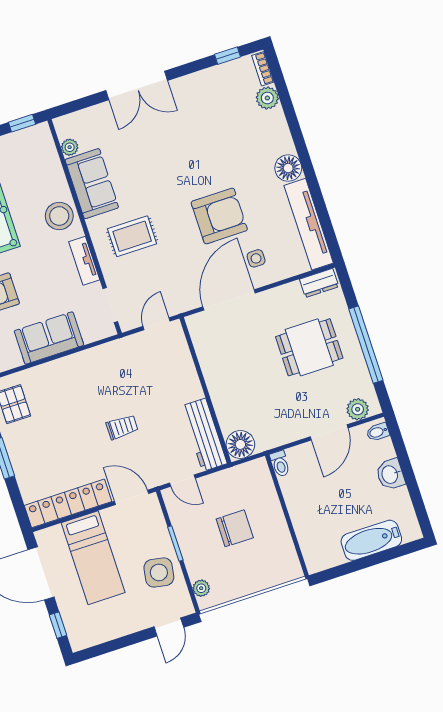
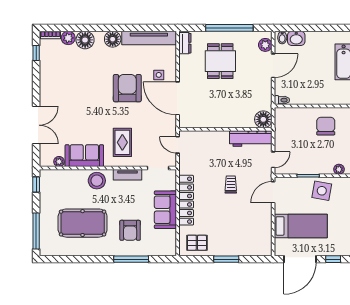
double door: (137, 85) -> (36, 125), moved
floor lamp: (273, 125) -> (85, 40), added
door: (329, 432) -> (273, 66), hinge flipped
washbasin: (390, 474) -> (296, 38), moved
locker: (68, 503) -> (186, 200), moved, turned 180
chair: (235, 528) -> (326, 126), moved

